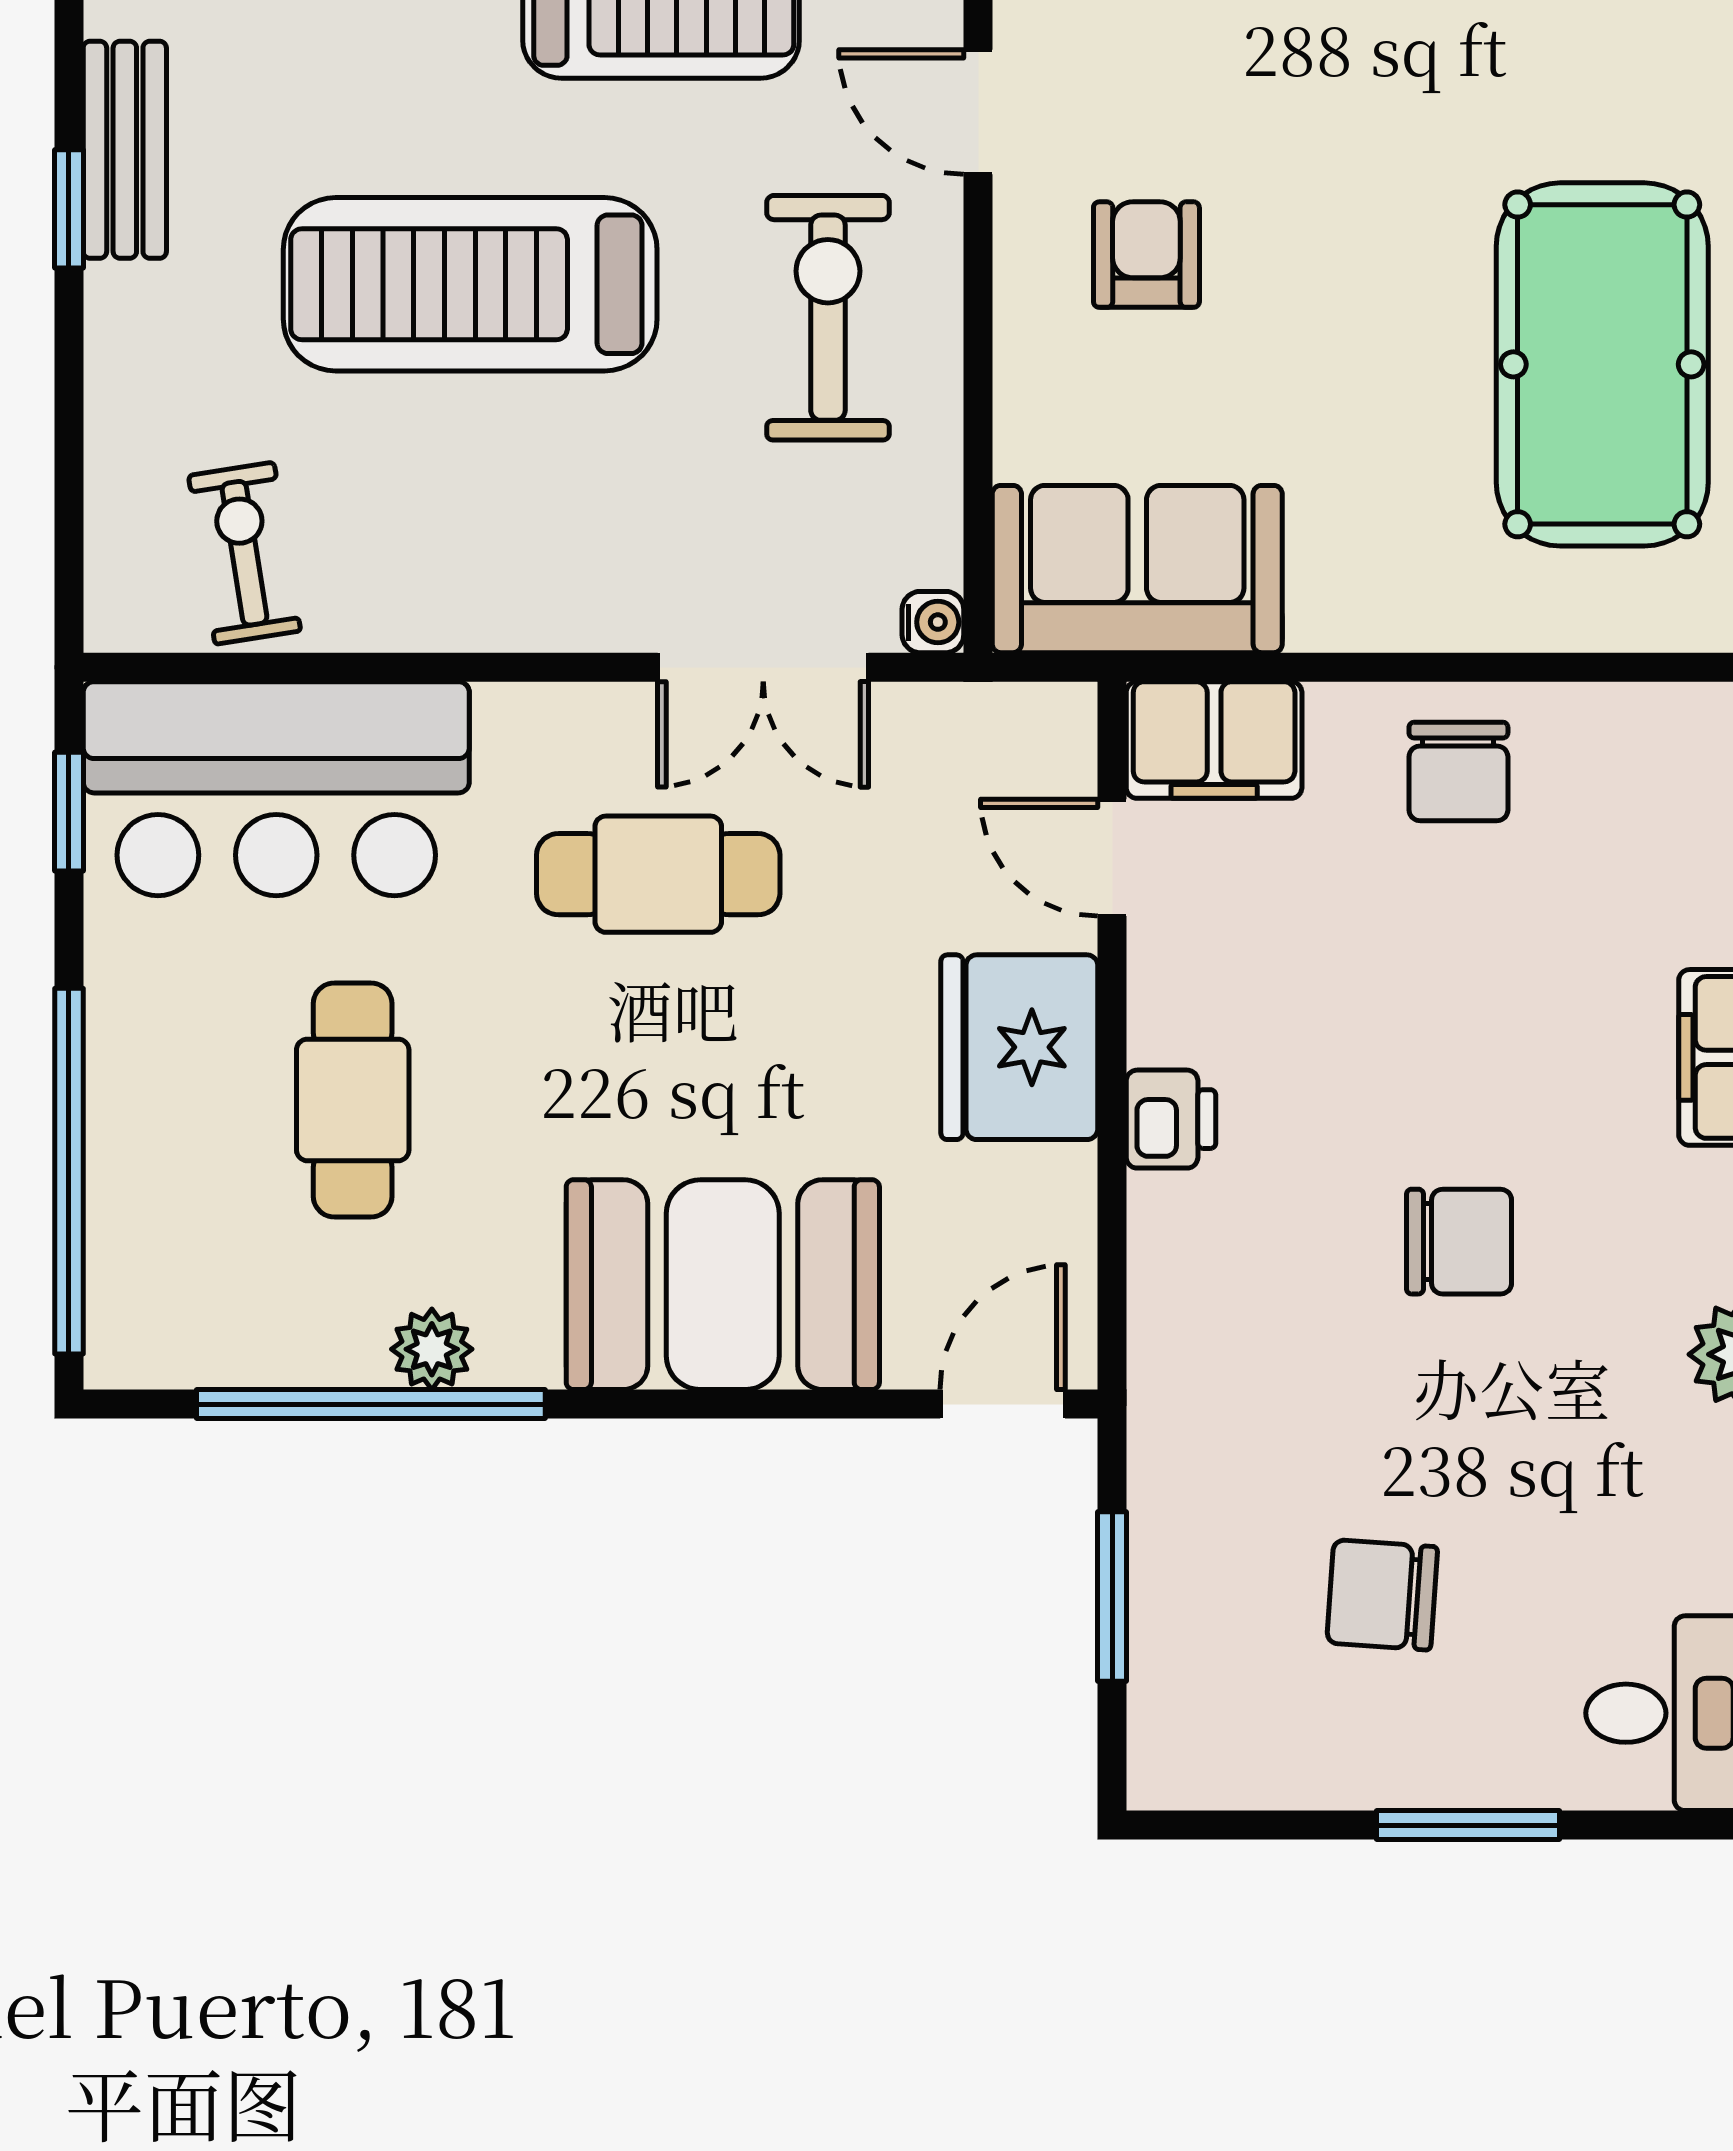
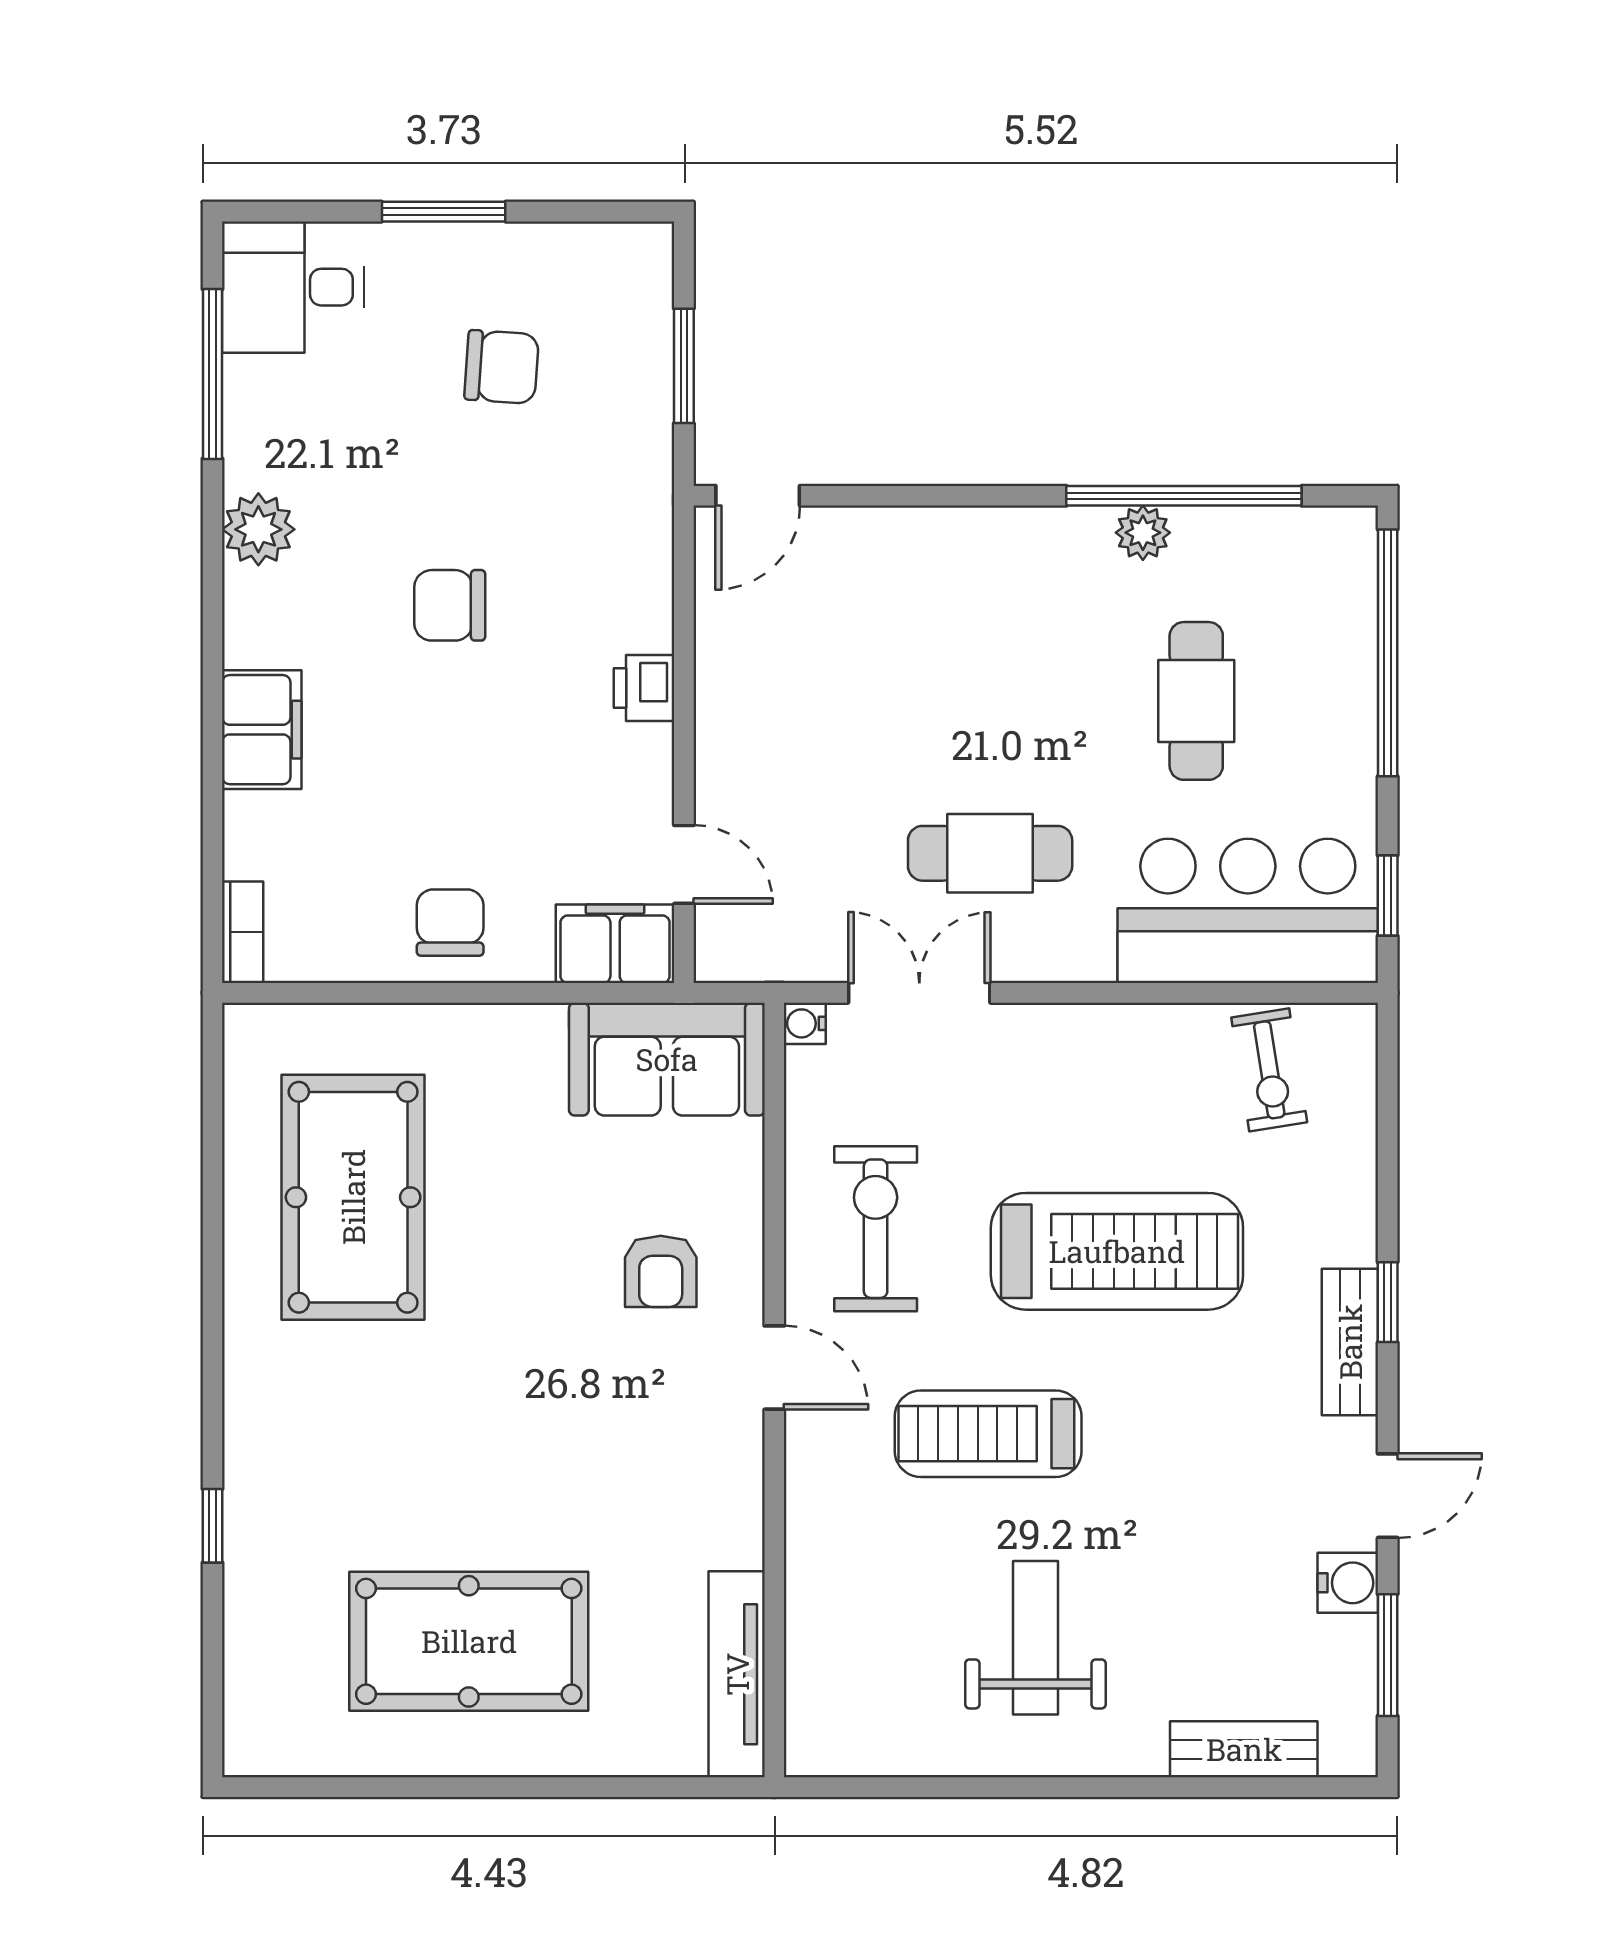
exercise bike: (828, 318) -> (876, 1229), turned 180
fridge: (1019, 1047) -> (746, 737), removed
booth: (723, 1285) -> (947, 576), removed

